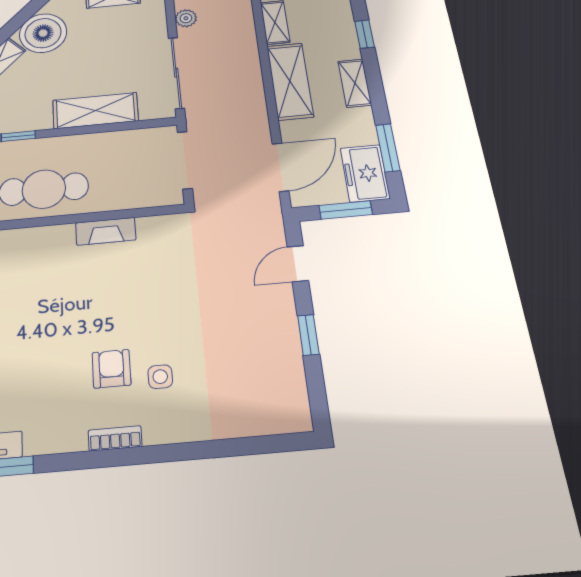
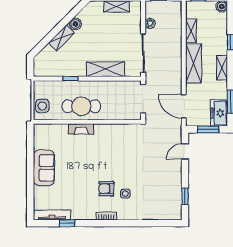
boiler: (43, 33) -> (75, 24), width x0.54, depth x0.54
door: (280, 167) -> (184, 106), swing flipped
fireplace: (106, 231) -> (81, 129), moved
window: (308, 335) -> (185, 196), moved
armchair: (111, 369) -> (106, 189), turned -90

